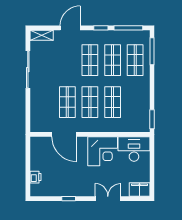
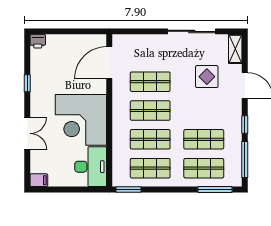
display table: (63, 58) -> (207, 77), added
shop shelf: (90, 60) -> (150, 168), moved
door: (64, 134) -> (109, 63), moved
corner desk: (103, 151) -> (81, 120), width x1.36, depth x1.36
printer: (36, 177) -> (38, 41), moved
filing cabinet: (140, 190) -> (39, 180), width x0.50

